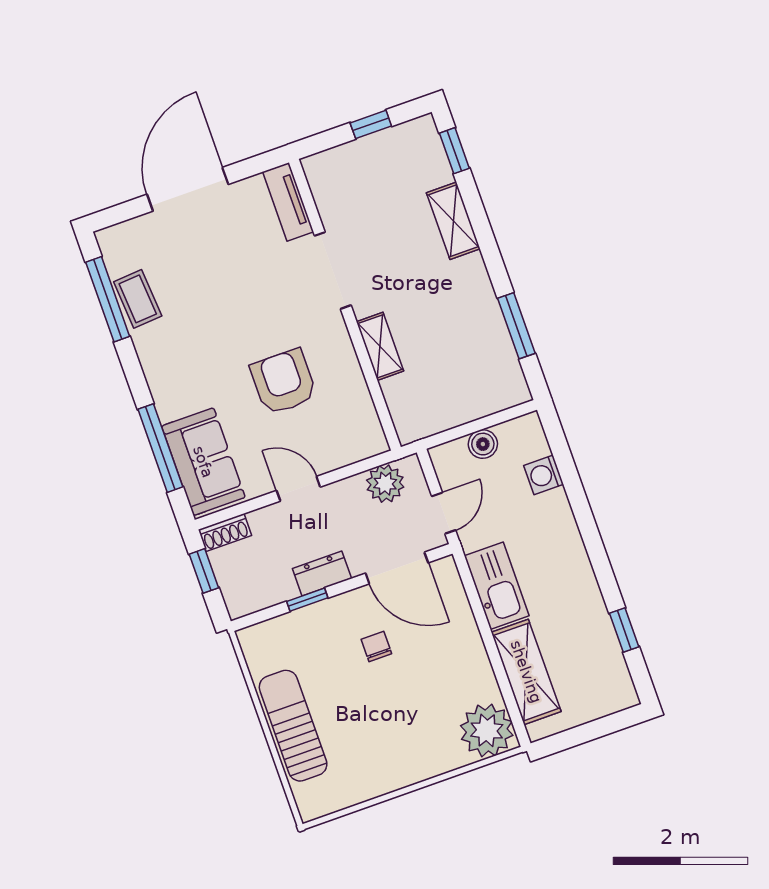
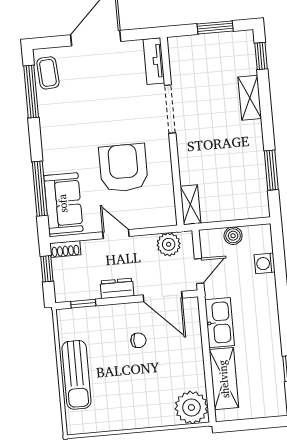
window: (371, 124) -> (215, 27), width x1.50
coffee table: (138, 299) -> (48, 73), moved
shelving: (380, 346) -> (190, 205), moved
armchair: (283, 382) -> (123, 168), width x1.36, depth x1.36
window: (307, 600) -> (83, 304), moved
chair: (376, 646) -> (138, 340), turned 90
sun lounger: (293, 726) -> (76, 375), turned 180

